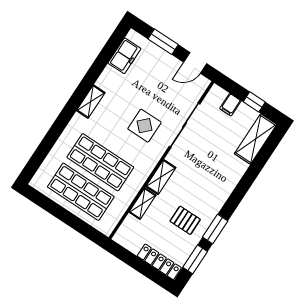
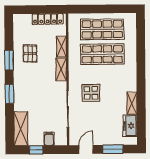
shelving: (91, 102) -> (132, 103), moved
pallet: (185, 220) -> (30, 54), turned 90
window: (195, 259) -> (9, 94), moved
locker: (159, 262) -> (48, 19), moved

